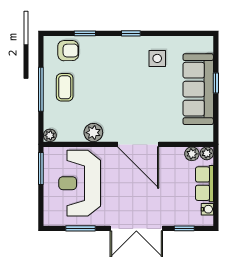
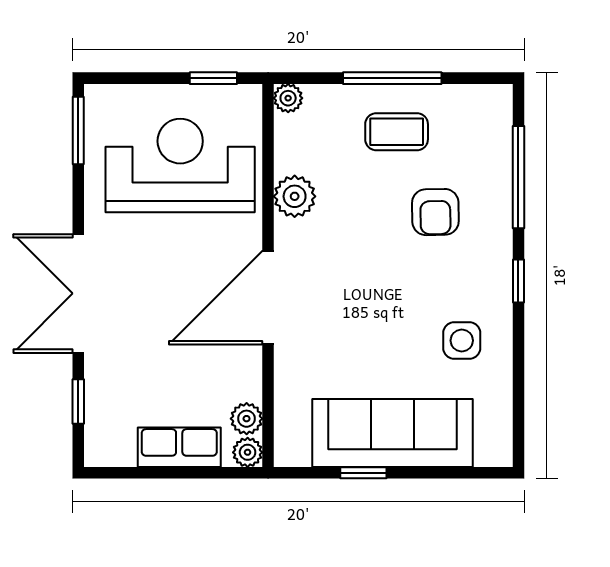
window: (85, 33) -> (518, 177), width x2.17
armchair: (68, 51) -> (435, 212), moved
window: (216, 83) -> (363, 473), moved
window: (41, 169) -> (213, 78), width x0.67
water cooler: (207, 209) -> (121, 454), removed
window: (80, 228) -> (78, 130), moved

